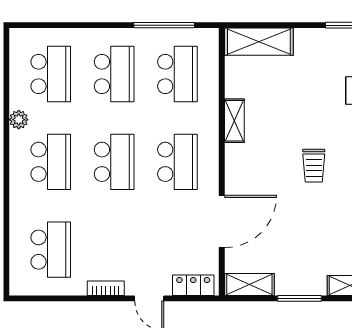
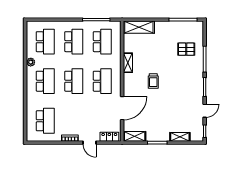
trolley: (314, 166) -> (153, 81), moved

